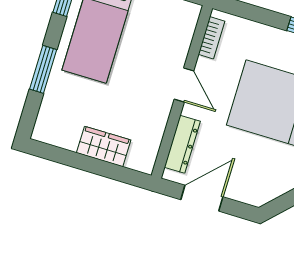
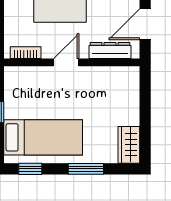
wardrobe: (104, 146) -> (129, 145), moved
door: (202, 198) -> (145, 24), hinge flipped

